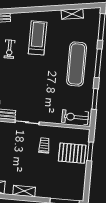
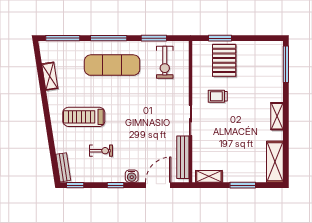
exercise bike: (75, 117) -> (165, 62), moved

